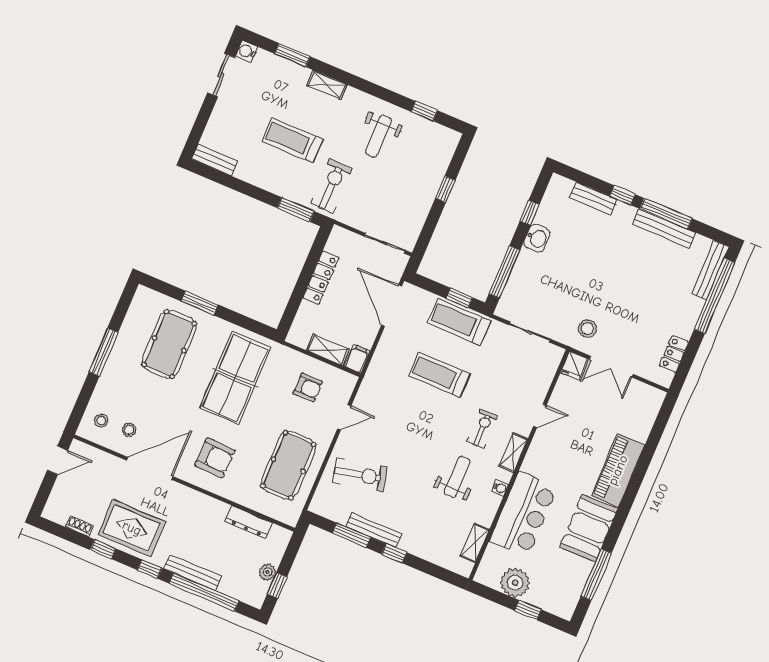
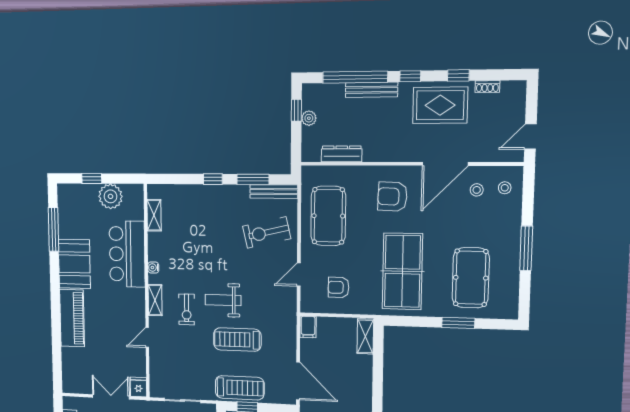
locker: (321, 278) -> (365, 382), removed
shelving: (328, 350) -> (365, 336), moved, turned 90
treadmill: (439, 375) -> (237, 340), turned 180
weight bench: (457, 477) -> (223, 300), moved, turned 90
bench: (374, 530) -> (274, 192), moved

